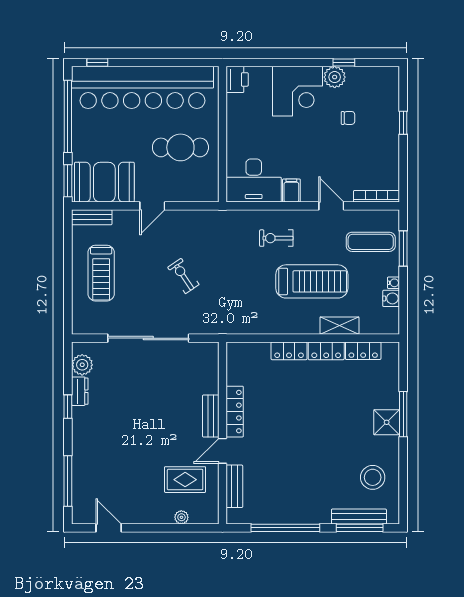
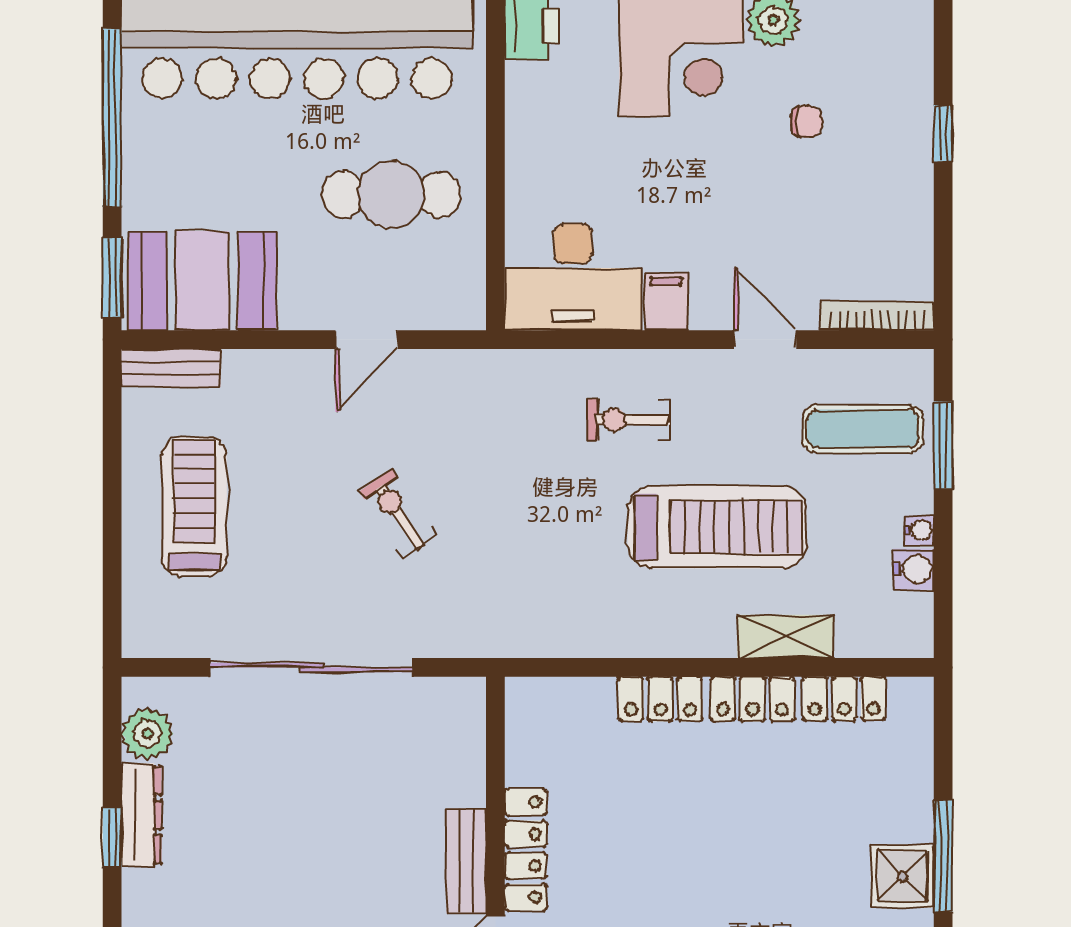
door: (152, 206) -> (367, 340), moved
treadmill: (101, 273) -> (194, 506), turned 180
dresser: (80, 391) -> (141, 815), width x1.44

